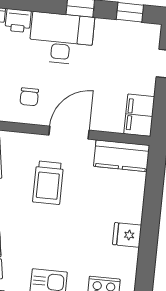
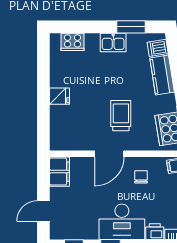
kitchen counter: (122, 156) -> (69, 141), removed
fridge: (127, 235) -> (59, 96), moved

